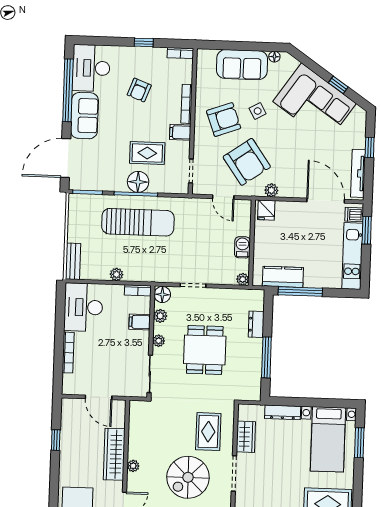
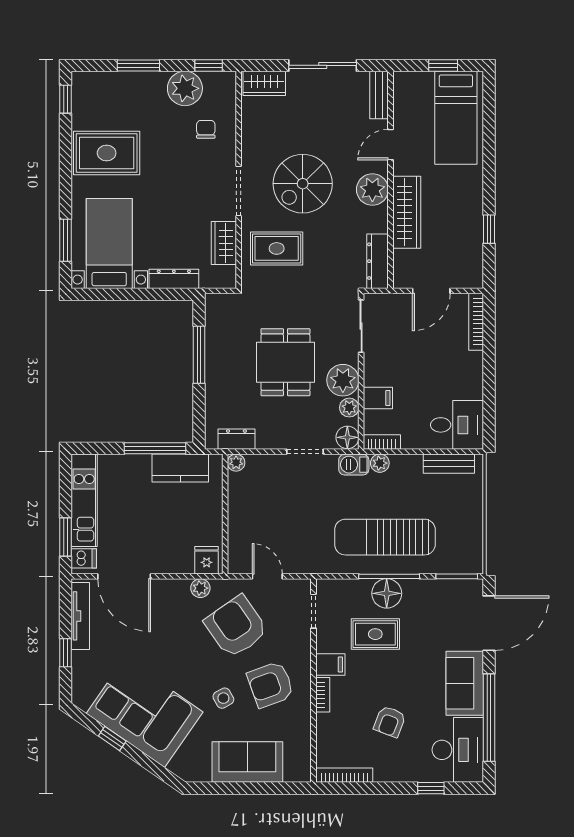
window: (144, 42) -> (431, 788), moved
bookcase: (180, 53) -> (344, 775), width x1.56
floor lamp: (274, 57) -> (203, 775), removed
armchair: (139, 90) -> (390, 722), turned 180
bookcase: (187, 104) -> (323, 695), width x0.64
barbecue: (242, 247) -> (354, 465), moved, turned 90
bench: (73, 261) -> (449, 464), moved, turned 90
plant: (116, 274) -> (380, 463), moved
desk: (83, 307) -> (457, 425), width x0.73
dresser: (256, 324) -> (236, 439), moved, turned -90
plant: (159, 341) -> (343, 380), width x1.87, depth x1.87
bookcase: (68, 353) -> (476, 322), moved
door: (99, 397) -> (431, 291), swing flipped
dresser: (136, 420) -> (378, 261), added
rug: (208, 432) -> (277, 248), turned 90
plant: (133, 466) -> (372, 190), width x1.88, depth x1.88
spiral stairs: (188, 477) -> (303, 184), turned 180

